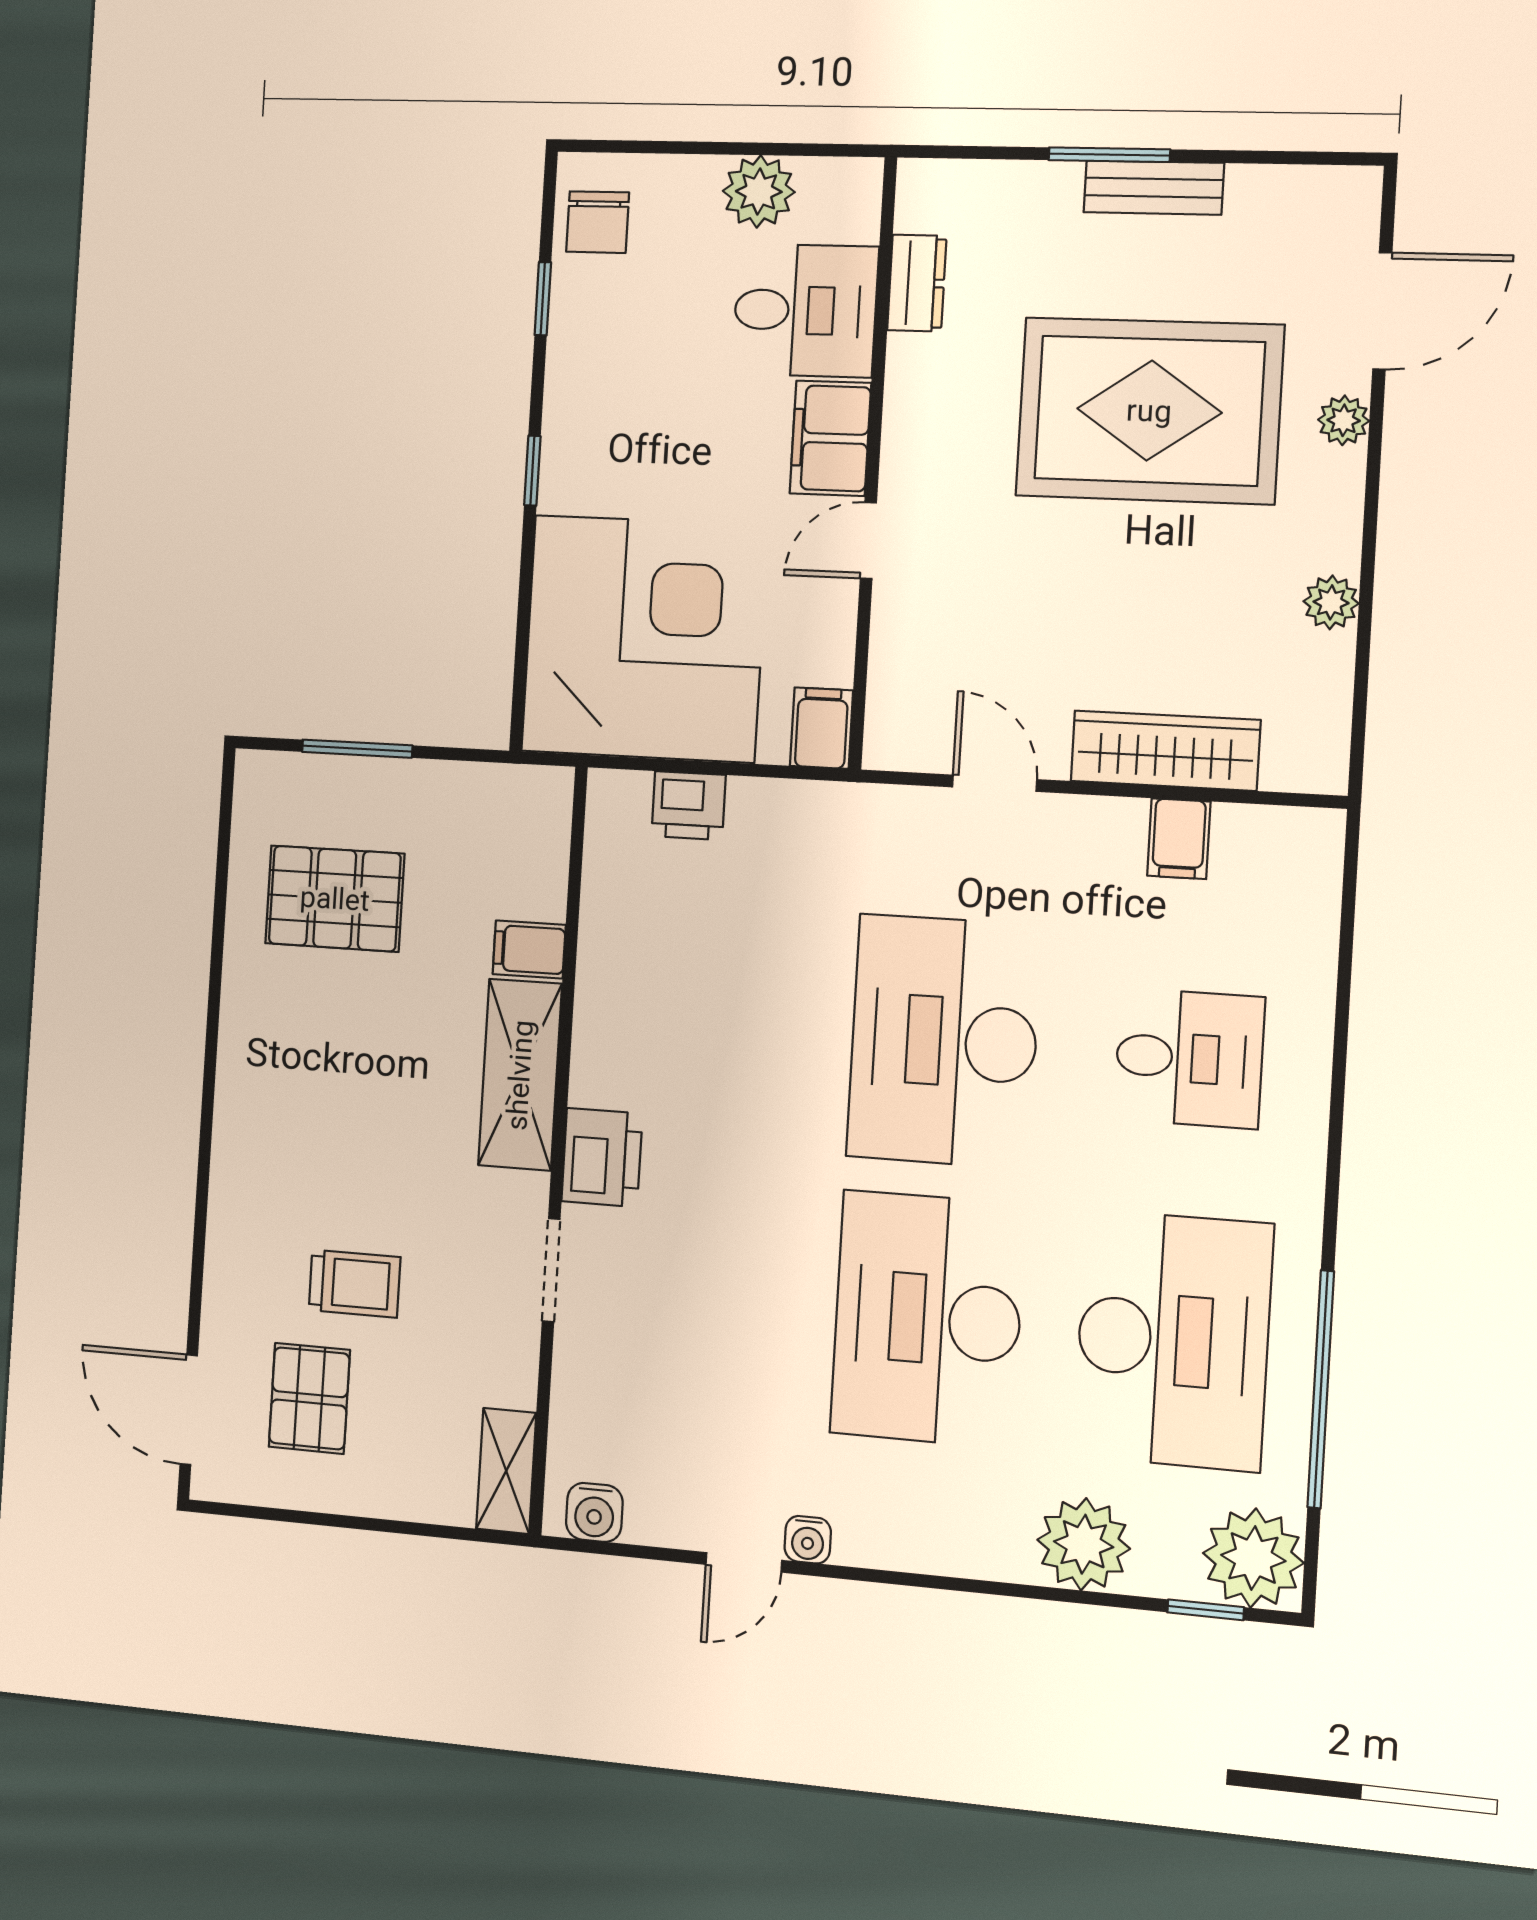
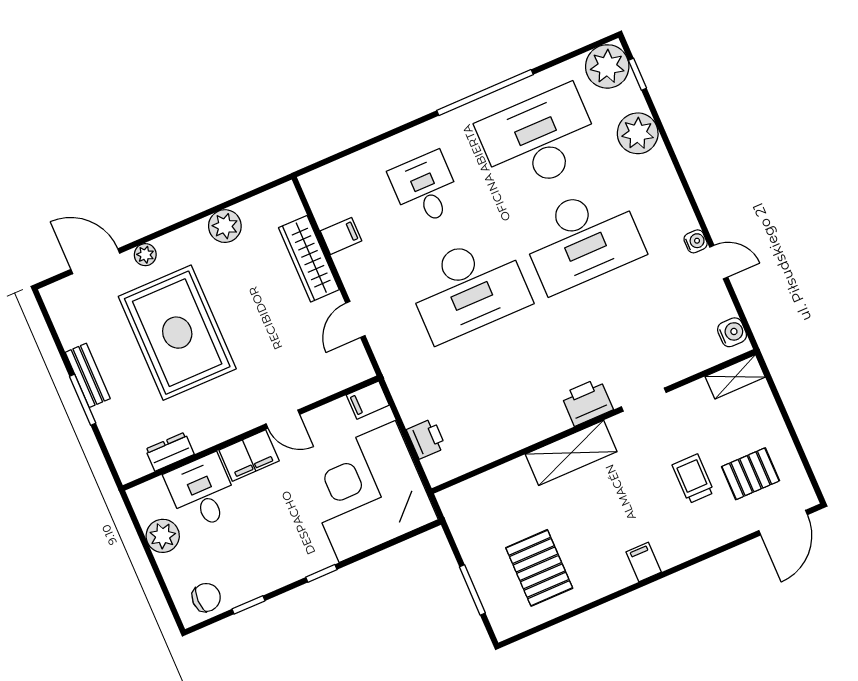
plant: (1331, 602) -> (225, 226), width x1.38, depth x1.38
filing cabinet: (529, 950) -> (644, 562), moved, turned 180
window: (1321, 1389) -> (485, 93), moved

